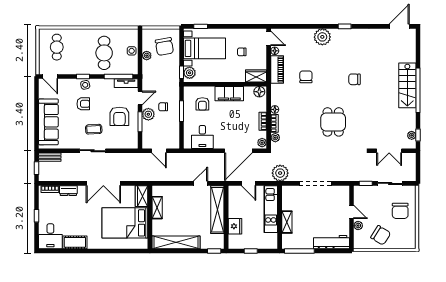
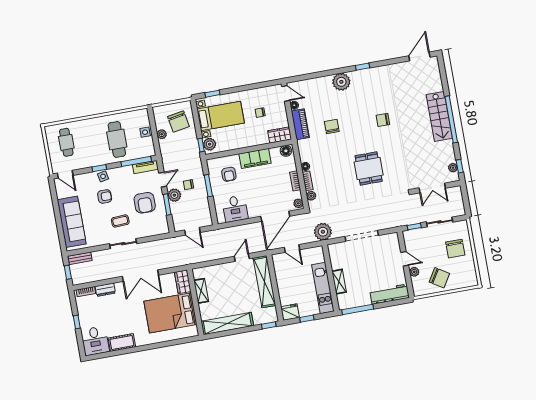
kitchen unit: (271, 209) -> (323, 288), moved
fridge: (235, 226) -> (290, 312), moved, turned -90

